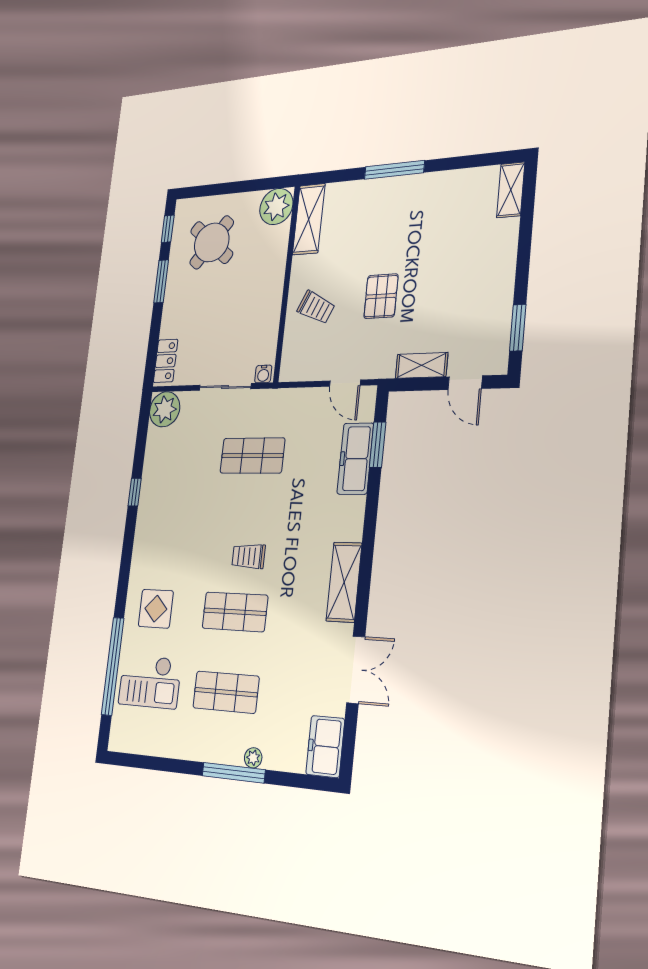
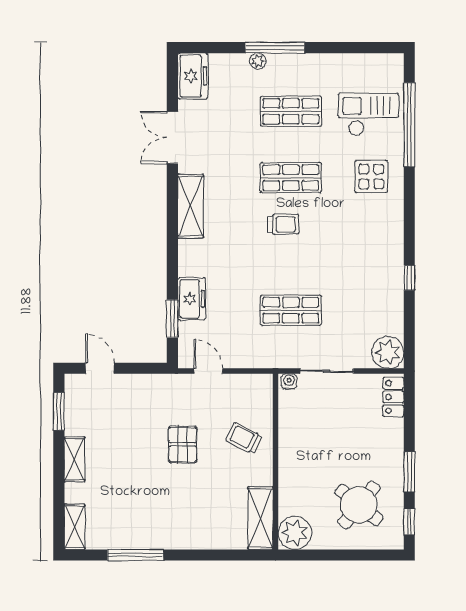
window: (394, 170) -> (135, 555), moved
shelving: (422, 365) -> (74, 459), moved, turned 90
freezer: (355, 459) -> (192, 299), width x0.71

